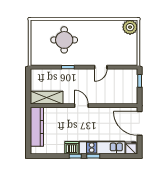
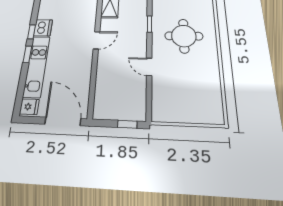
plant: (130, 27) -> (212, 112), removed
round table: (64, 40) -> (184, 36), moved
door: (140, 123) -> (63, 121), hinge flipped

